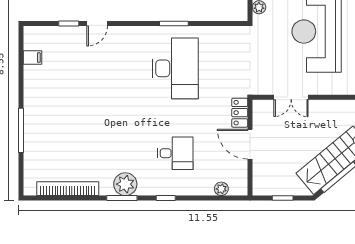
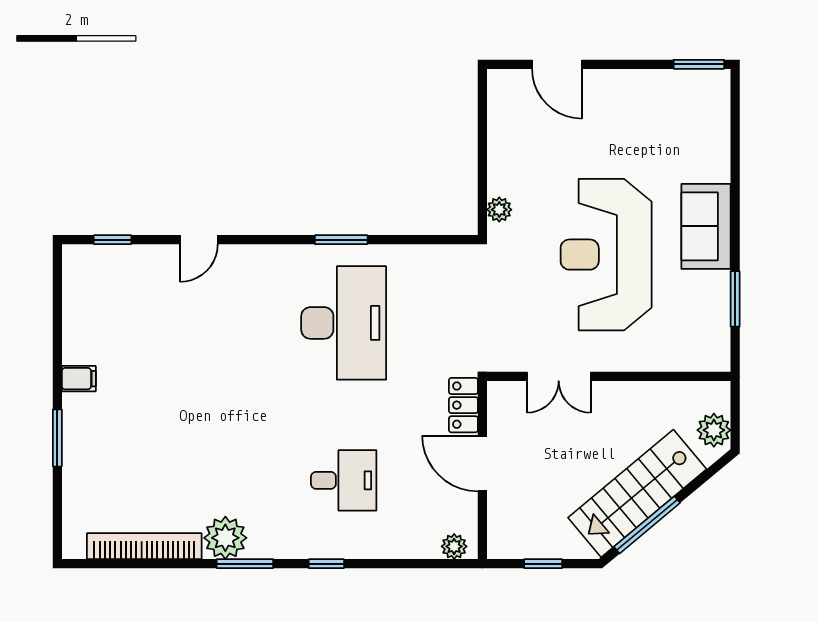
window: (69, 23) -> (113, 240), moved
filing cabinet: (32, 58) -> (79, 379), moved
window: (21, 130) -> (57, 438), width x0.69
plant: (125, 184) -> (225, 538), moved
plant: (221, 189) -> (454, 546), moved

